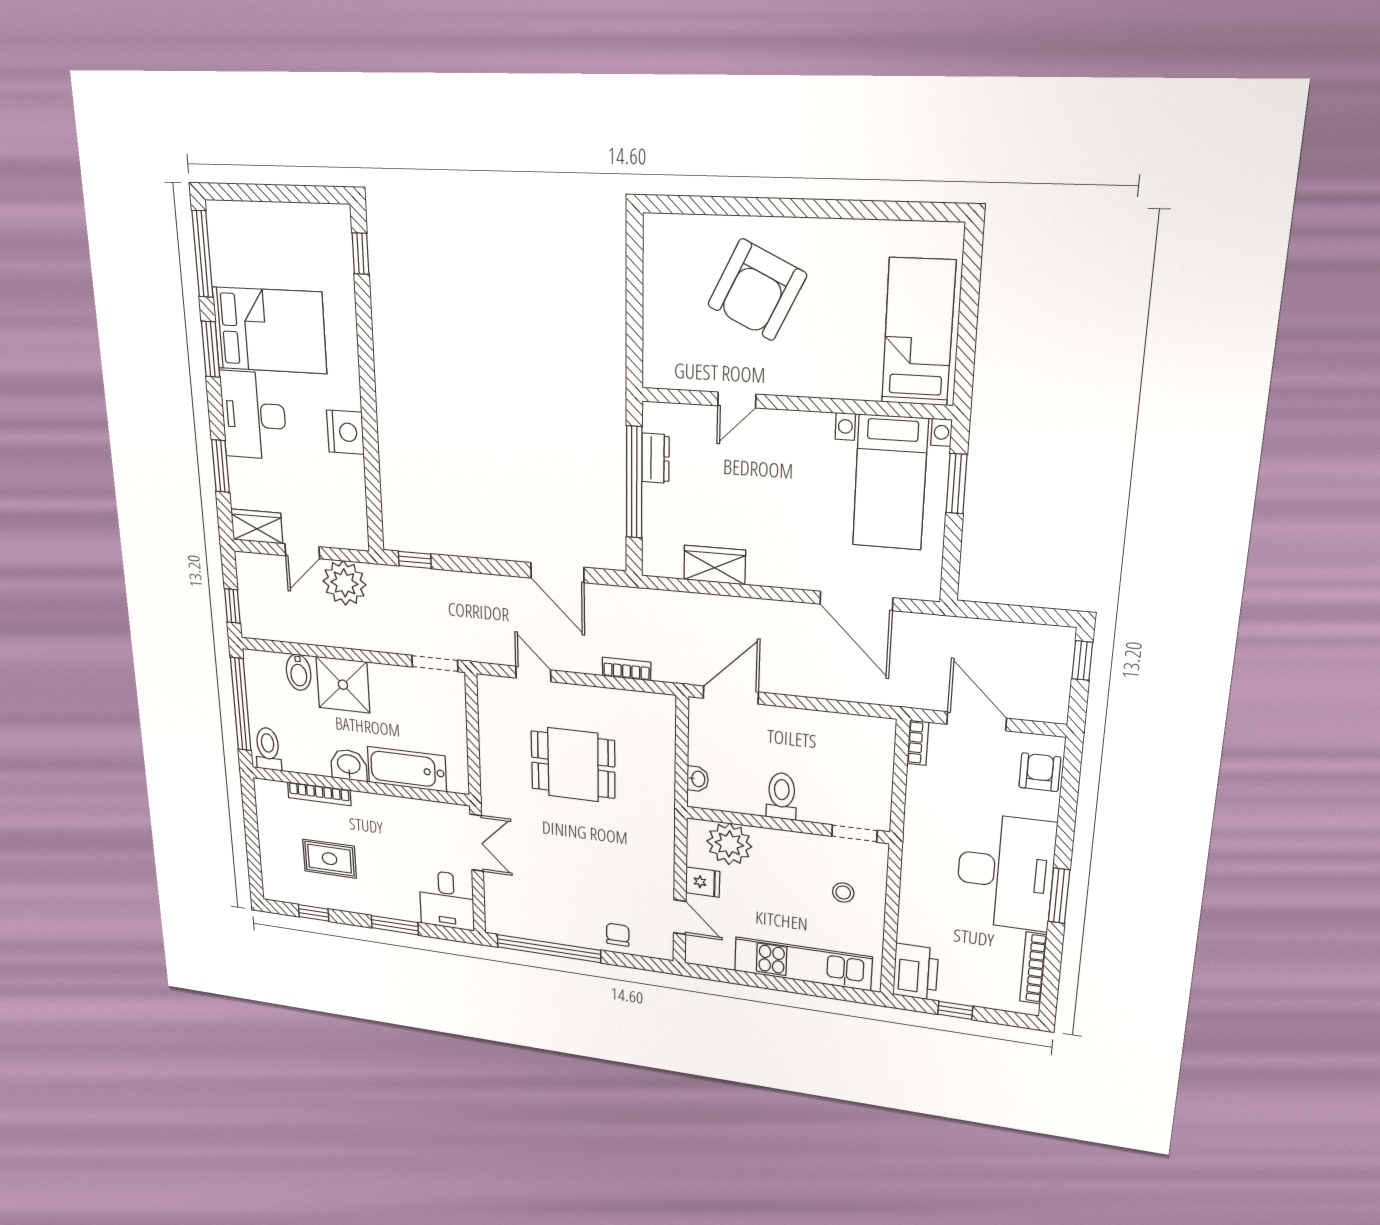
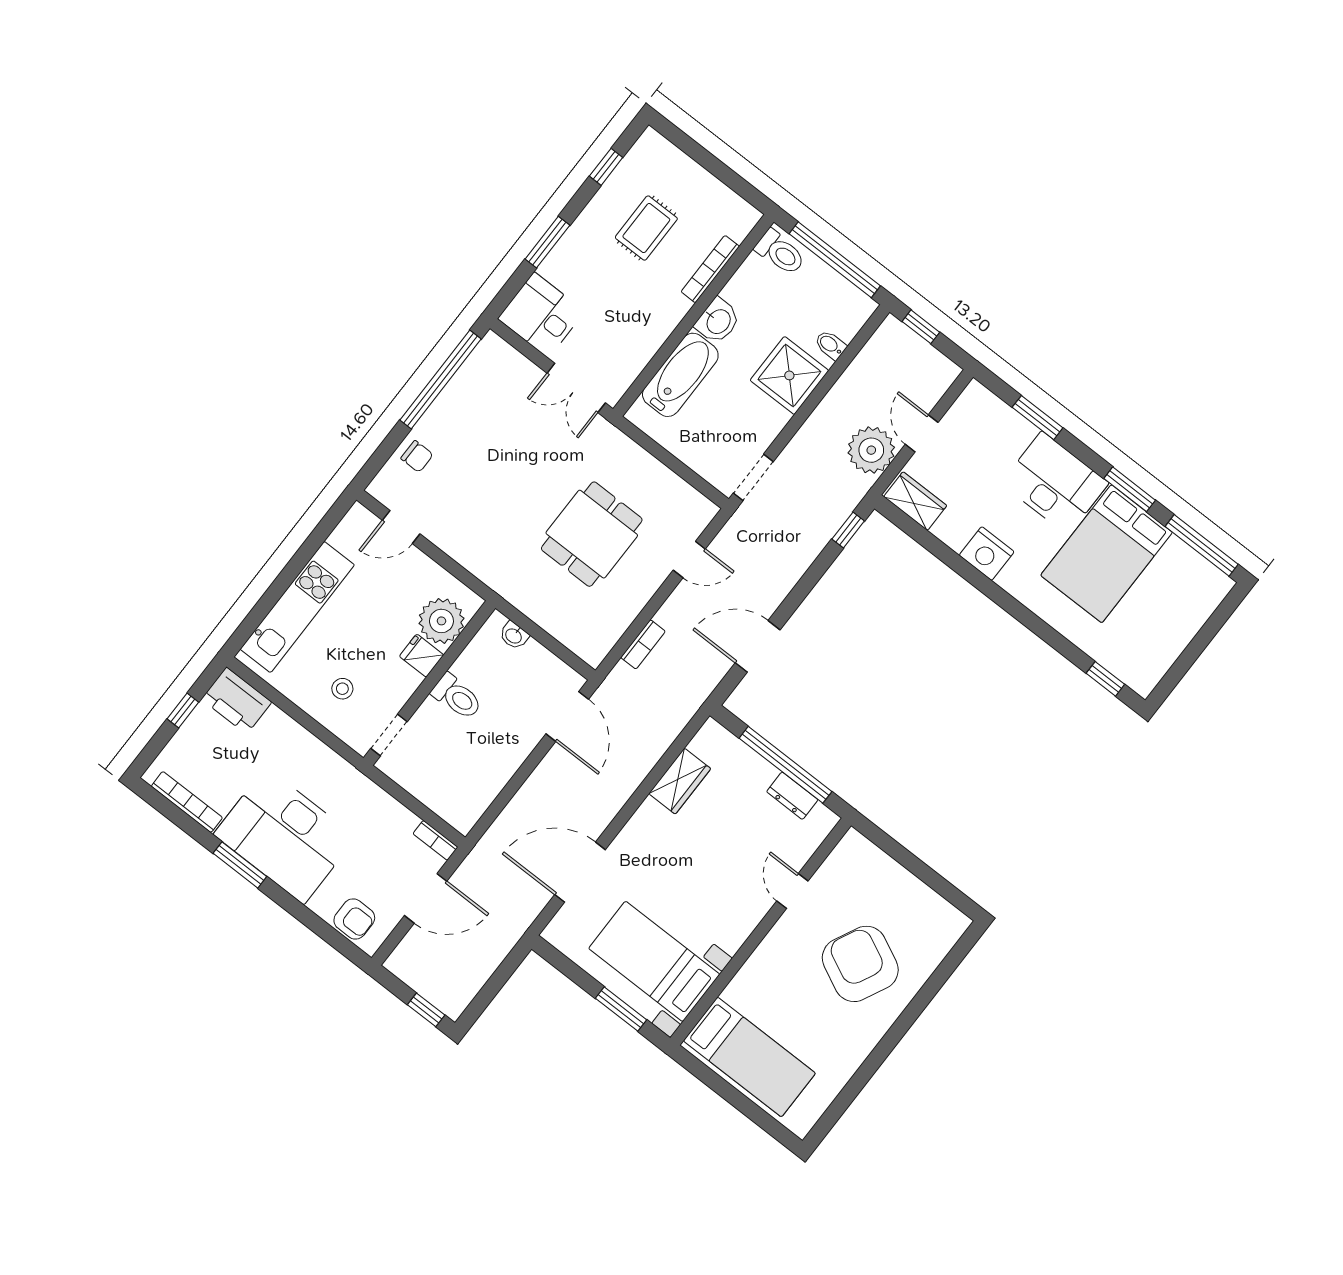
wardrobe: (257, 526) -> (915, 501), moved, turned -90
bidet: (299, 672) -> (830, 345), width x0.72, depth x0.74
fridge: (703, 882) -> (422, 656), moved, turned 90

